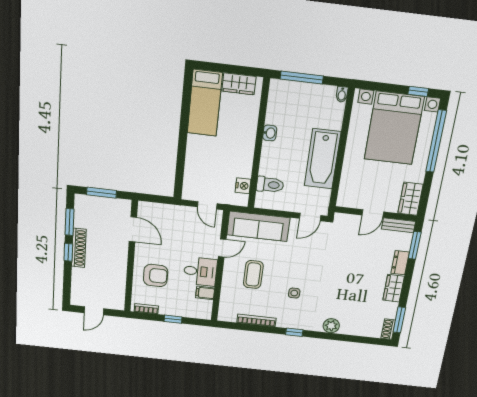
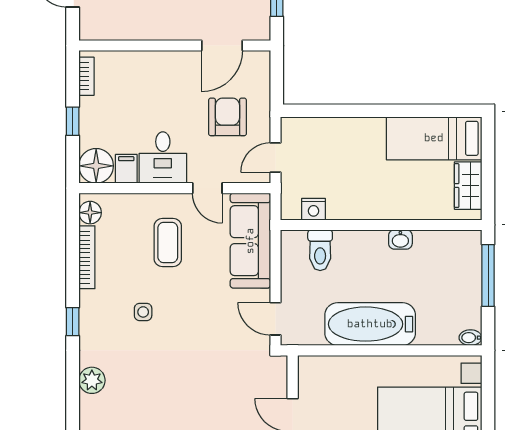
armchair: (156, 275) -> (227, 117), moved, turned 180
coffee table: (253, 275) -> (168, 242), turned 90
floor lamp: (202, 309) -> (96, 166), added
floor lamp: (230, 316) -> (90, 213), added

